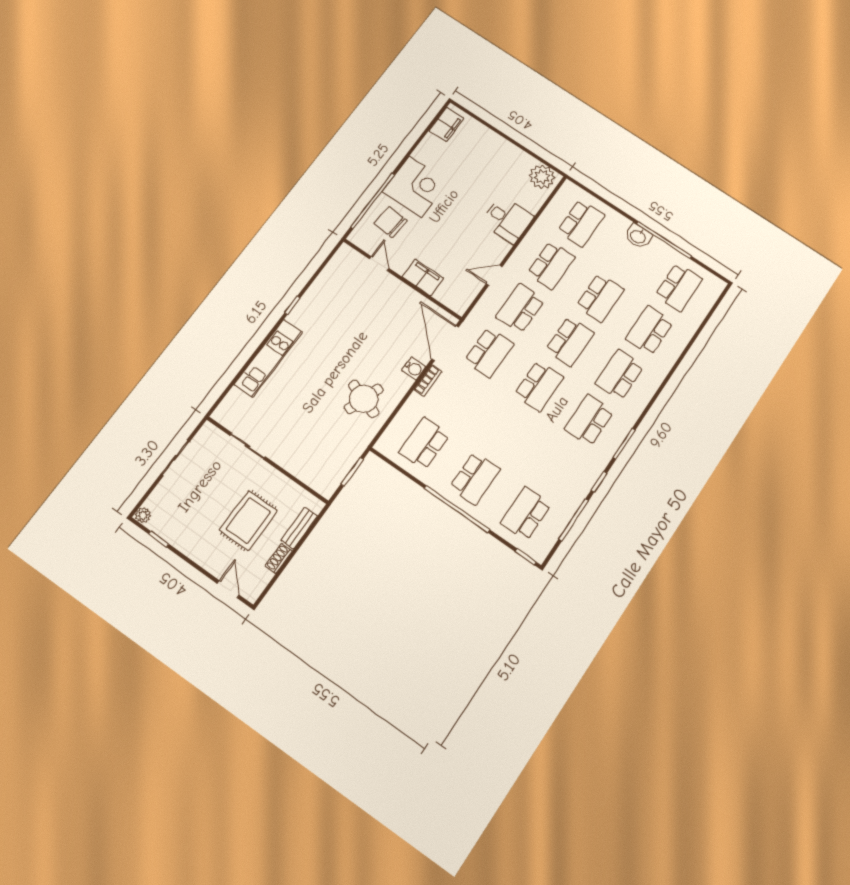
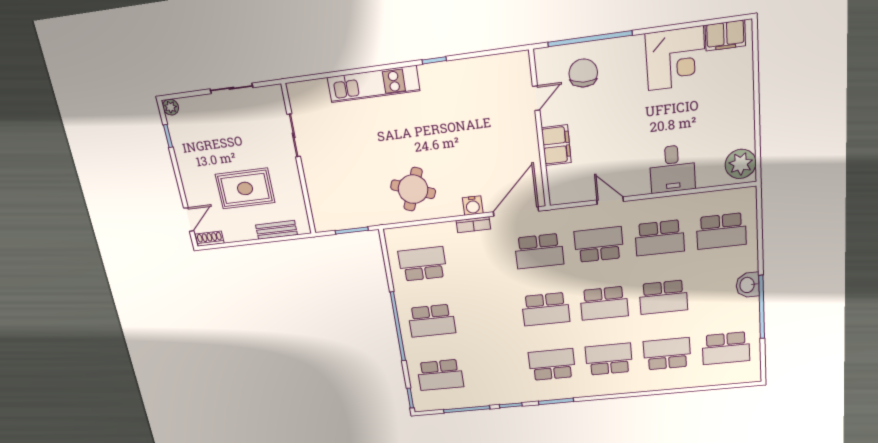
corner desk: (415, 187) -> (676, 58), moved
school desk: (526, 514) -> (440, 375), turned 180
shoe rack: (279, 558) -> (210, 239), moved

